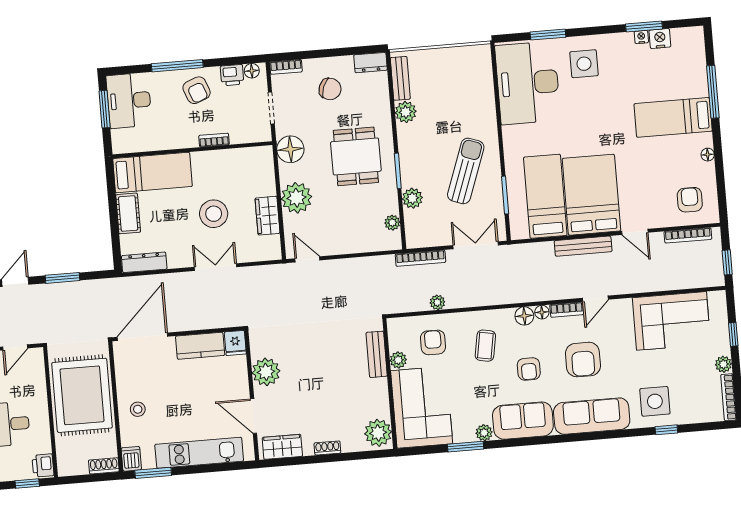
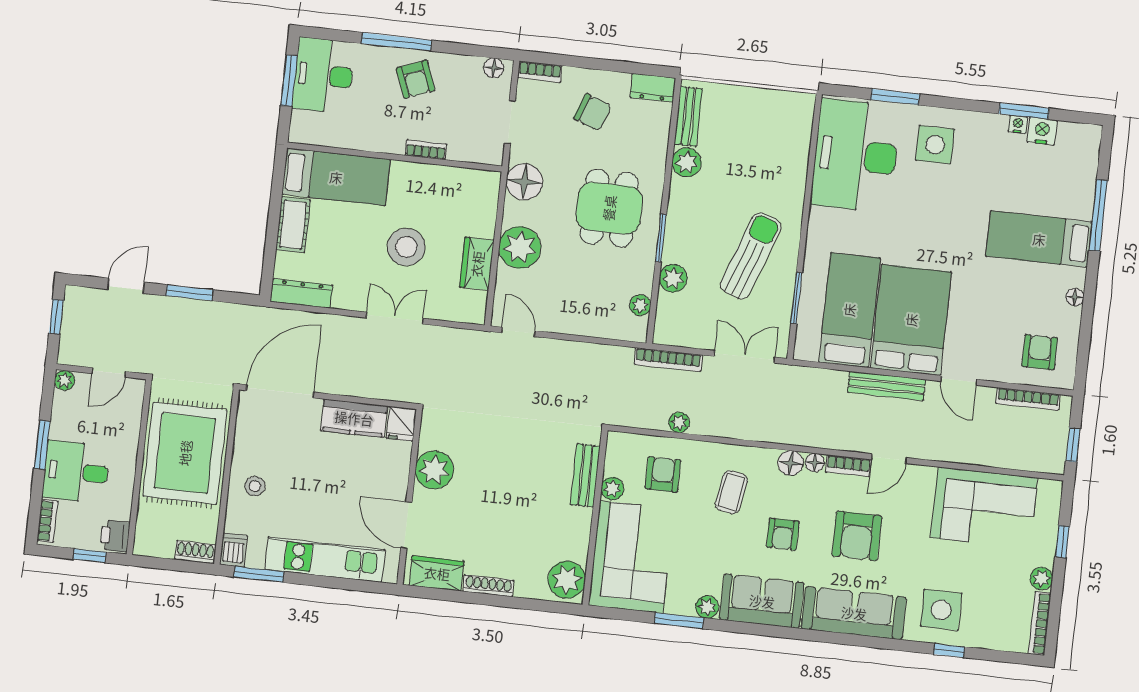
printer: (232, 75) -> (466, 68), removed
shoe rack: (327, 448) -> (488, 586), width x1.43

